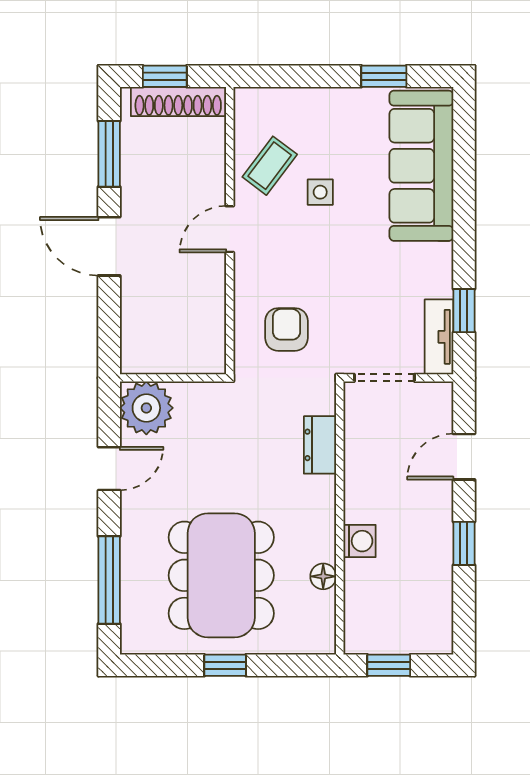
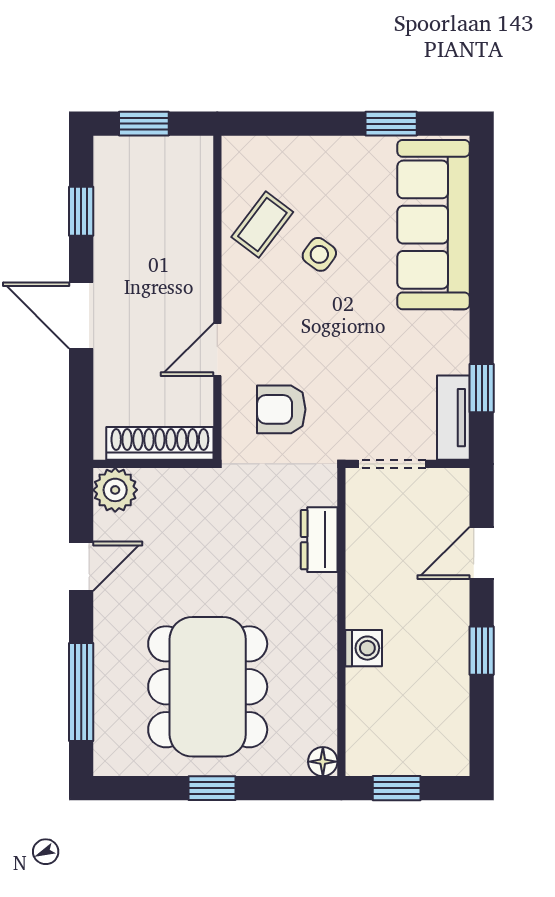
shoe rack: (178, 102) -> (160, 443), moved, turned 180
window: (109, 154) -> (81, 211), width x0.67
side table: (320, 192) -> (319, 254), turned 36
door: (230, 229) -> (217, 350), moved
armchair: (287, 329) -> (281, 409), turned -90
plant: (146, 408) -> (115, 490), width x0.73, depth x0.73
floor lamp: (323, 576) -> (323, 762), moved

